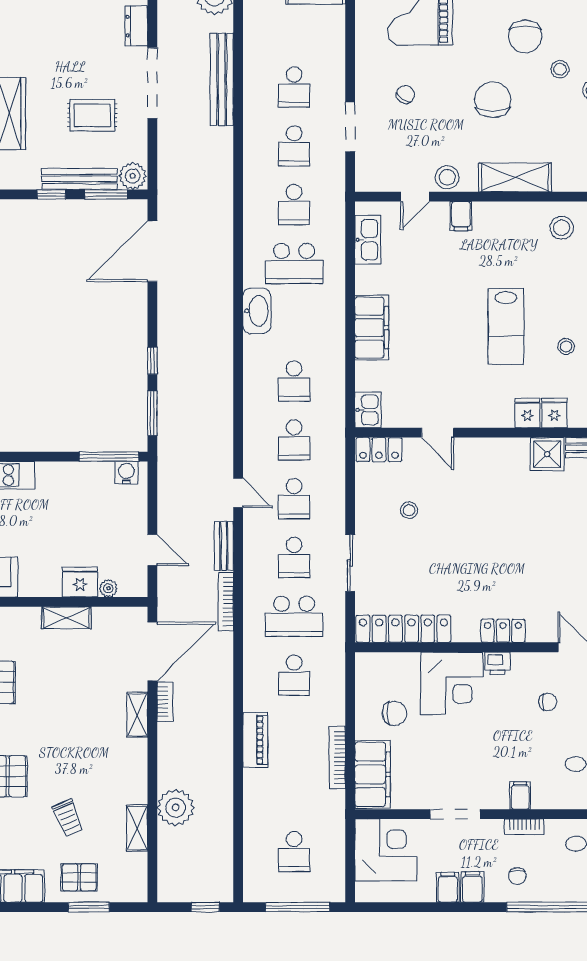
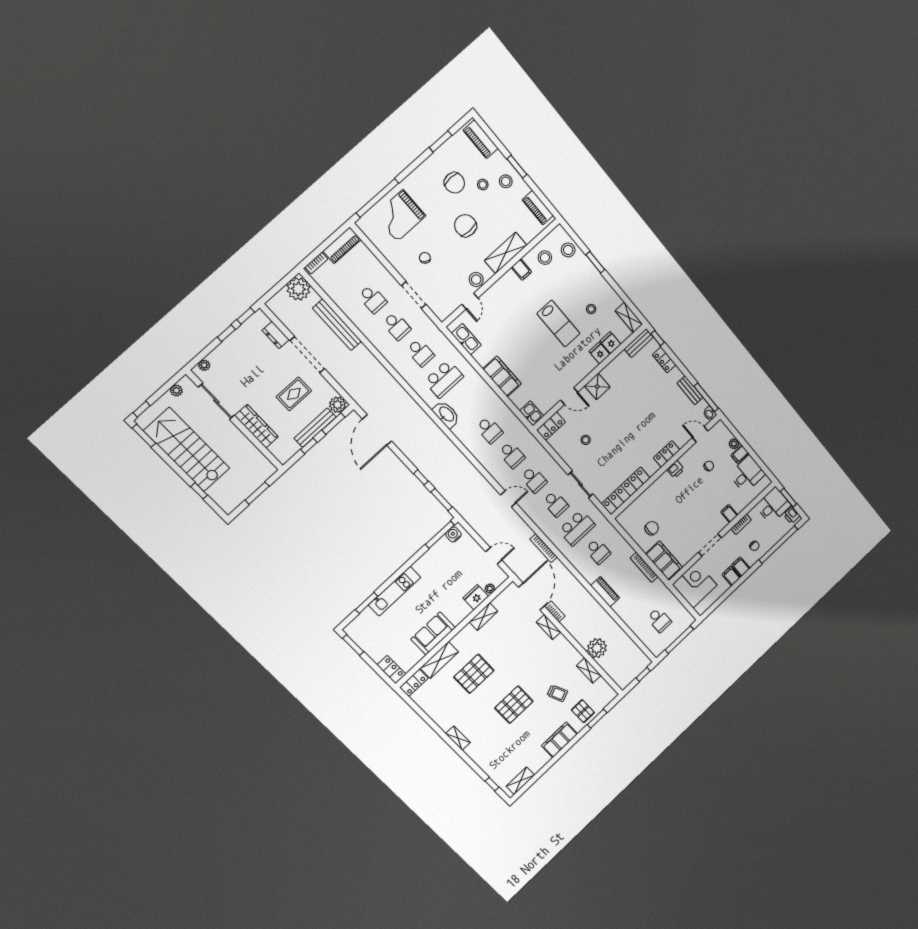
filing cabinet: (461, 216) -> (522, 270), moved
shower: (547, 454) -> (597, 386), moved
bench: (224, 546) -> (522, 526), removed
corner desk: (452, 683) -> (664, 495), removed
pallet: (79, 877) -> (583, 711), turned 90

